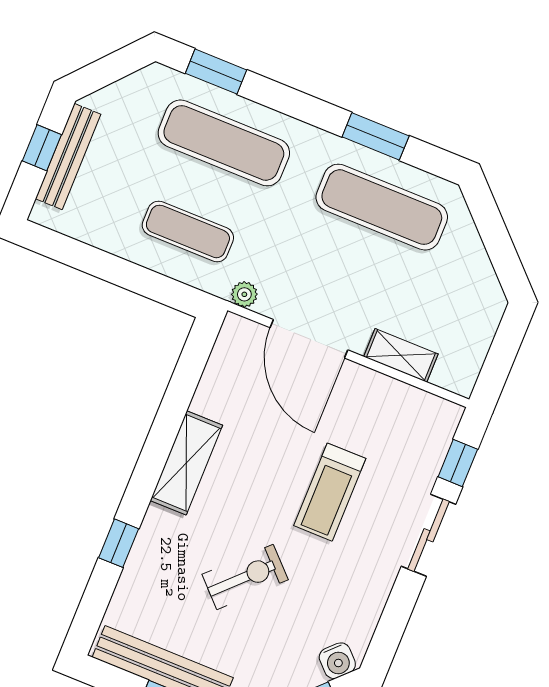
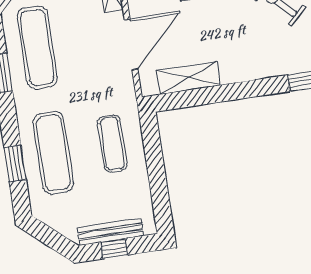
window: (216, 72) -> (15, 163), moved
plant: (244, 294) -> (128, 93), removed
shelving: (186, 463) -> (188, 78), moved

